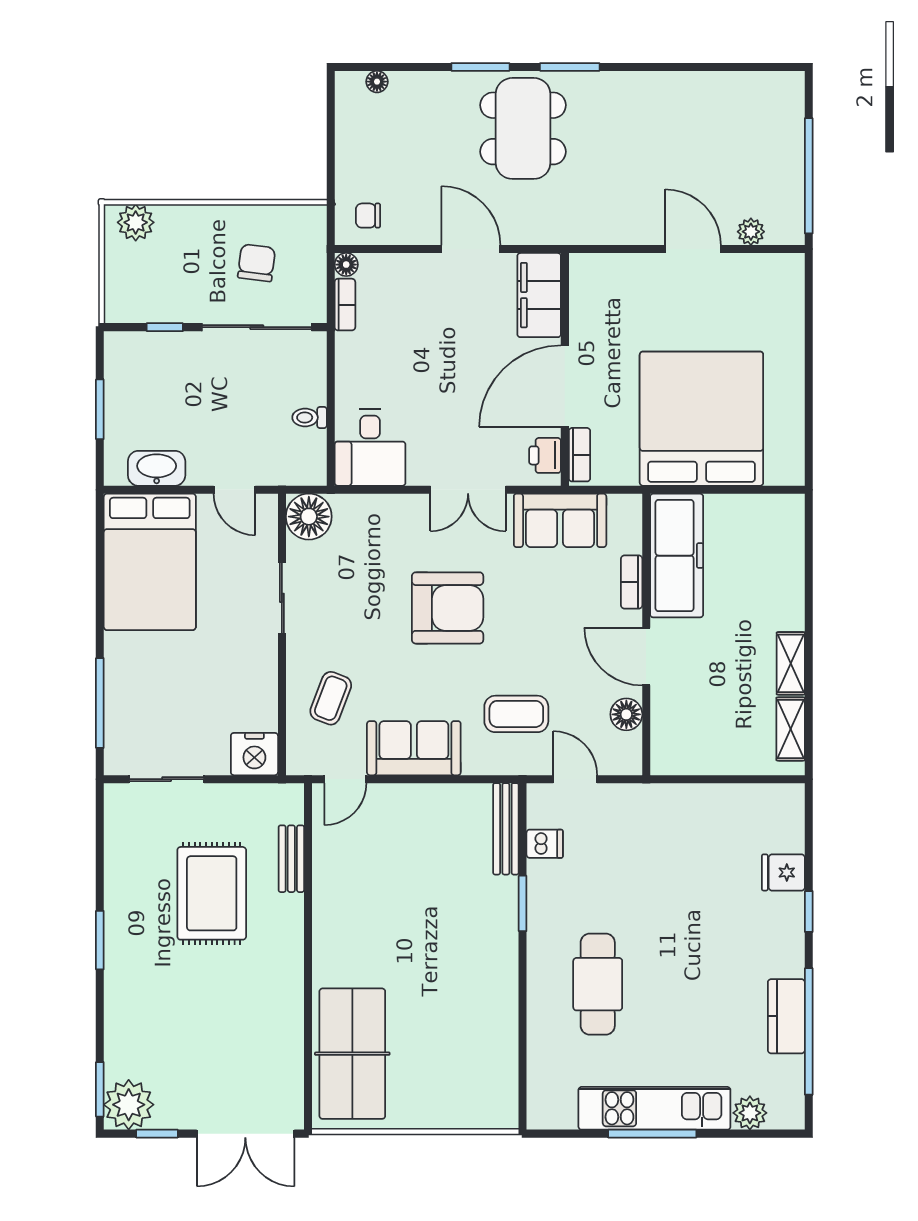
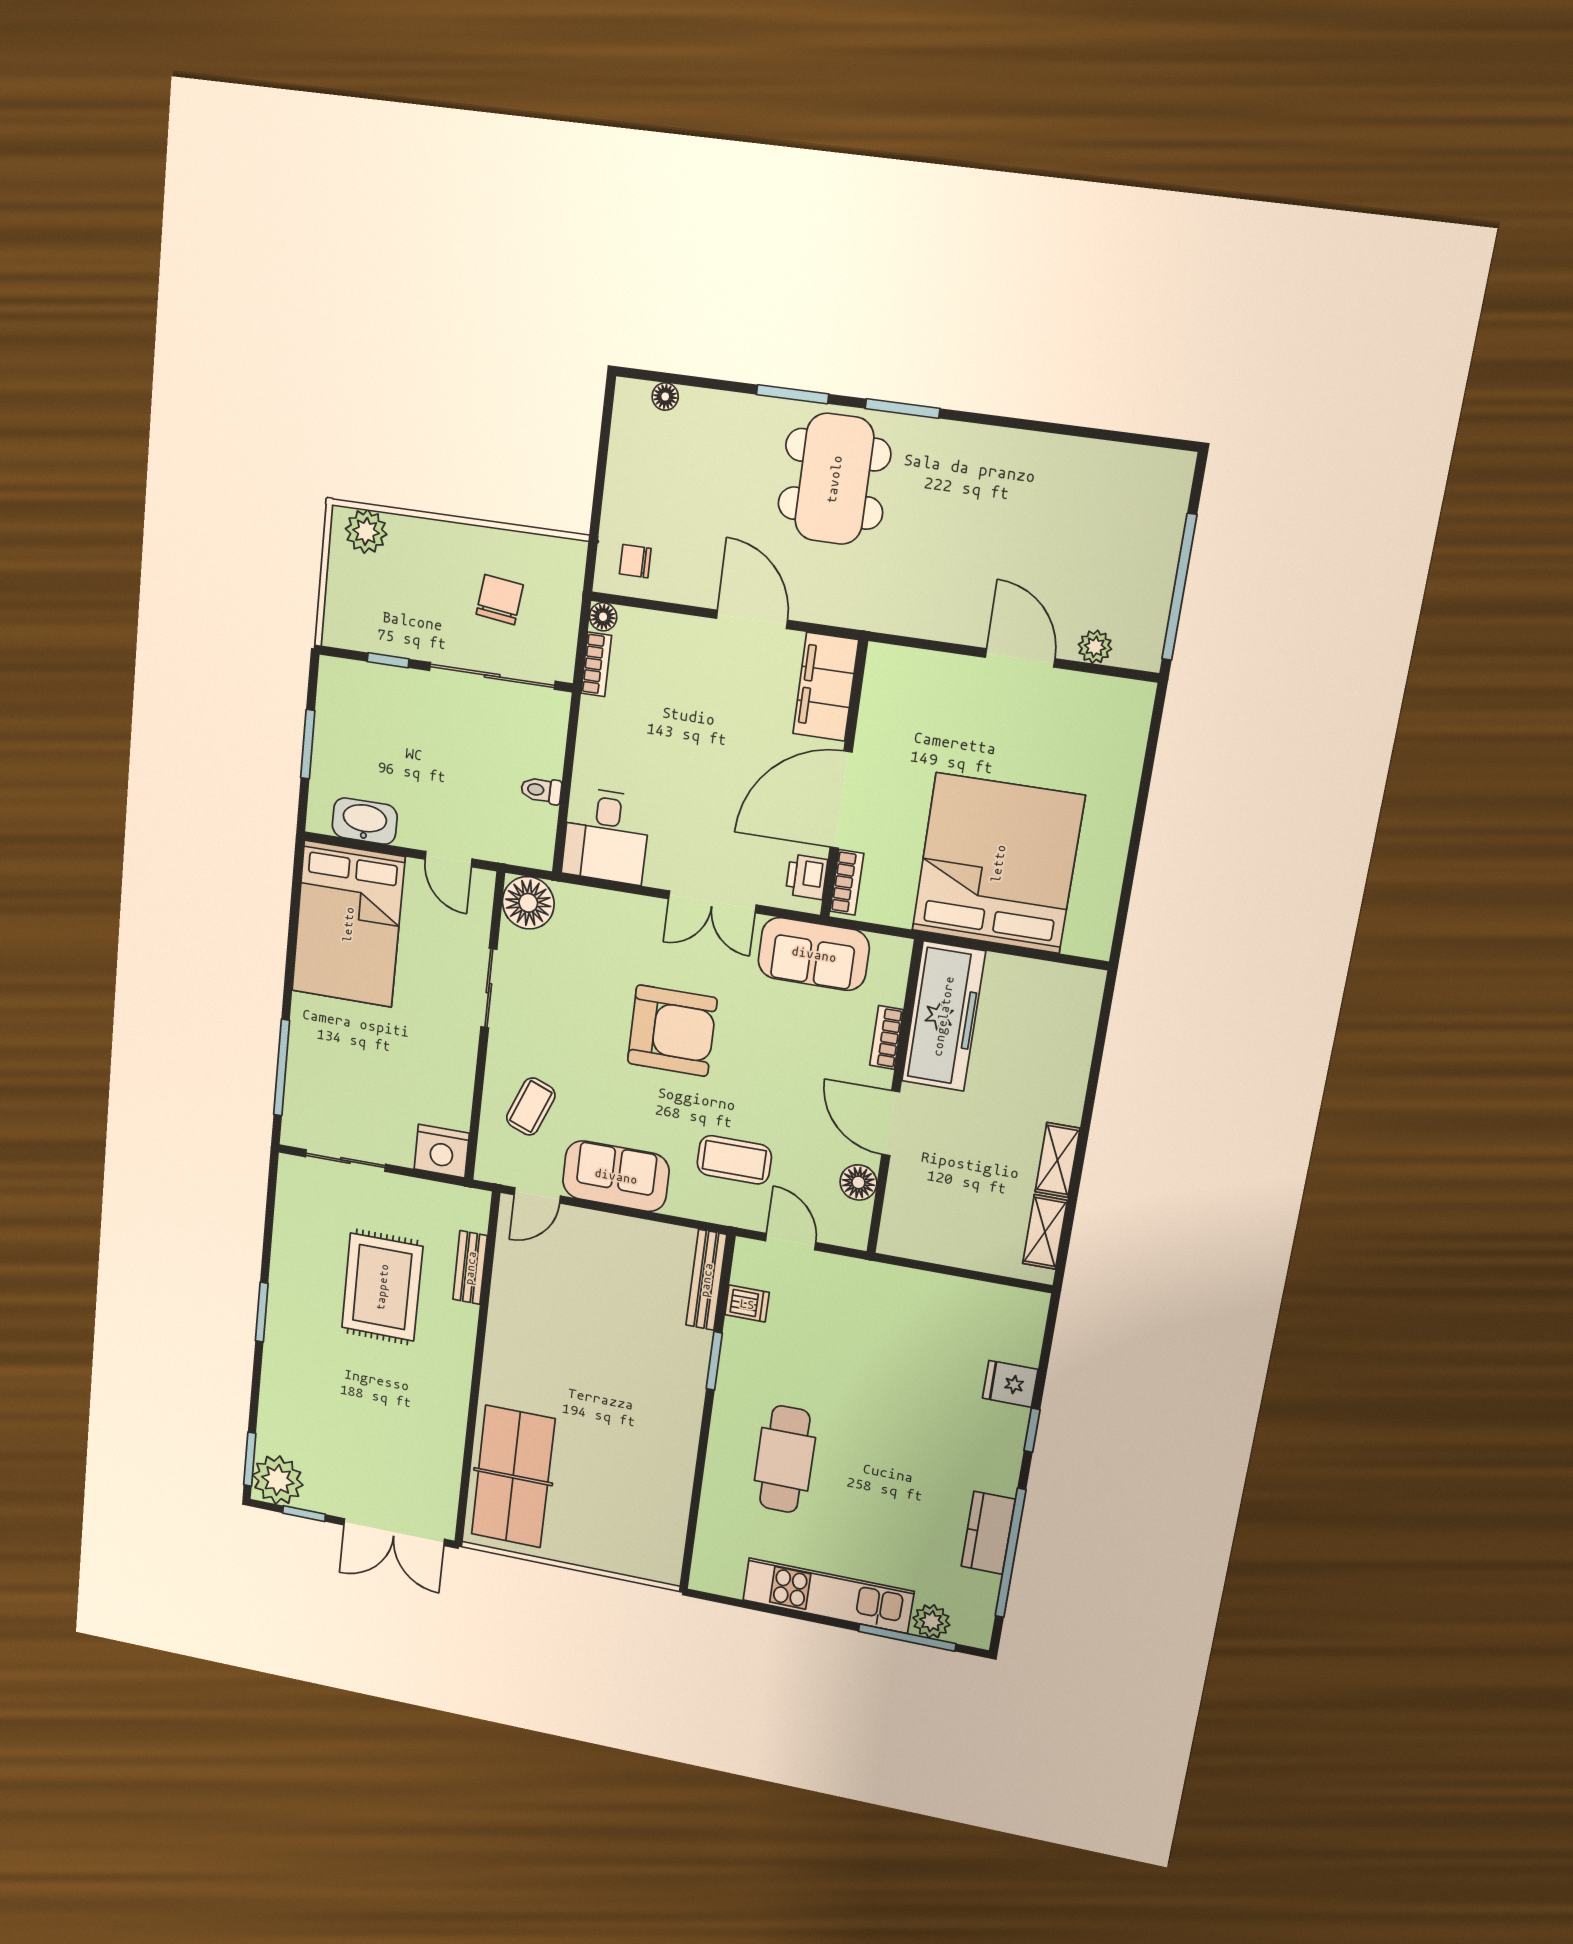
window: (652, 1134) -> (907, 1638), moved

